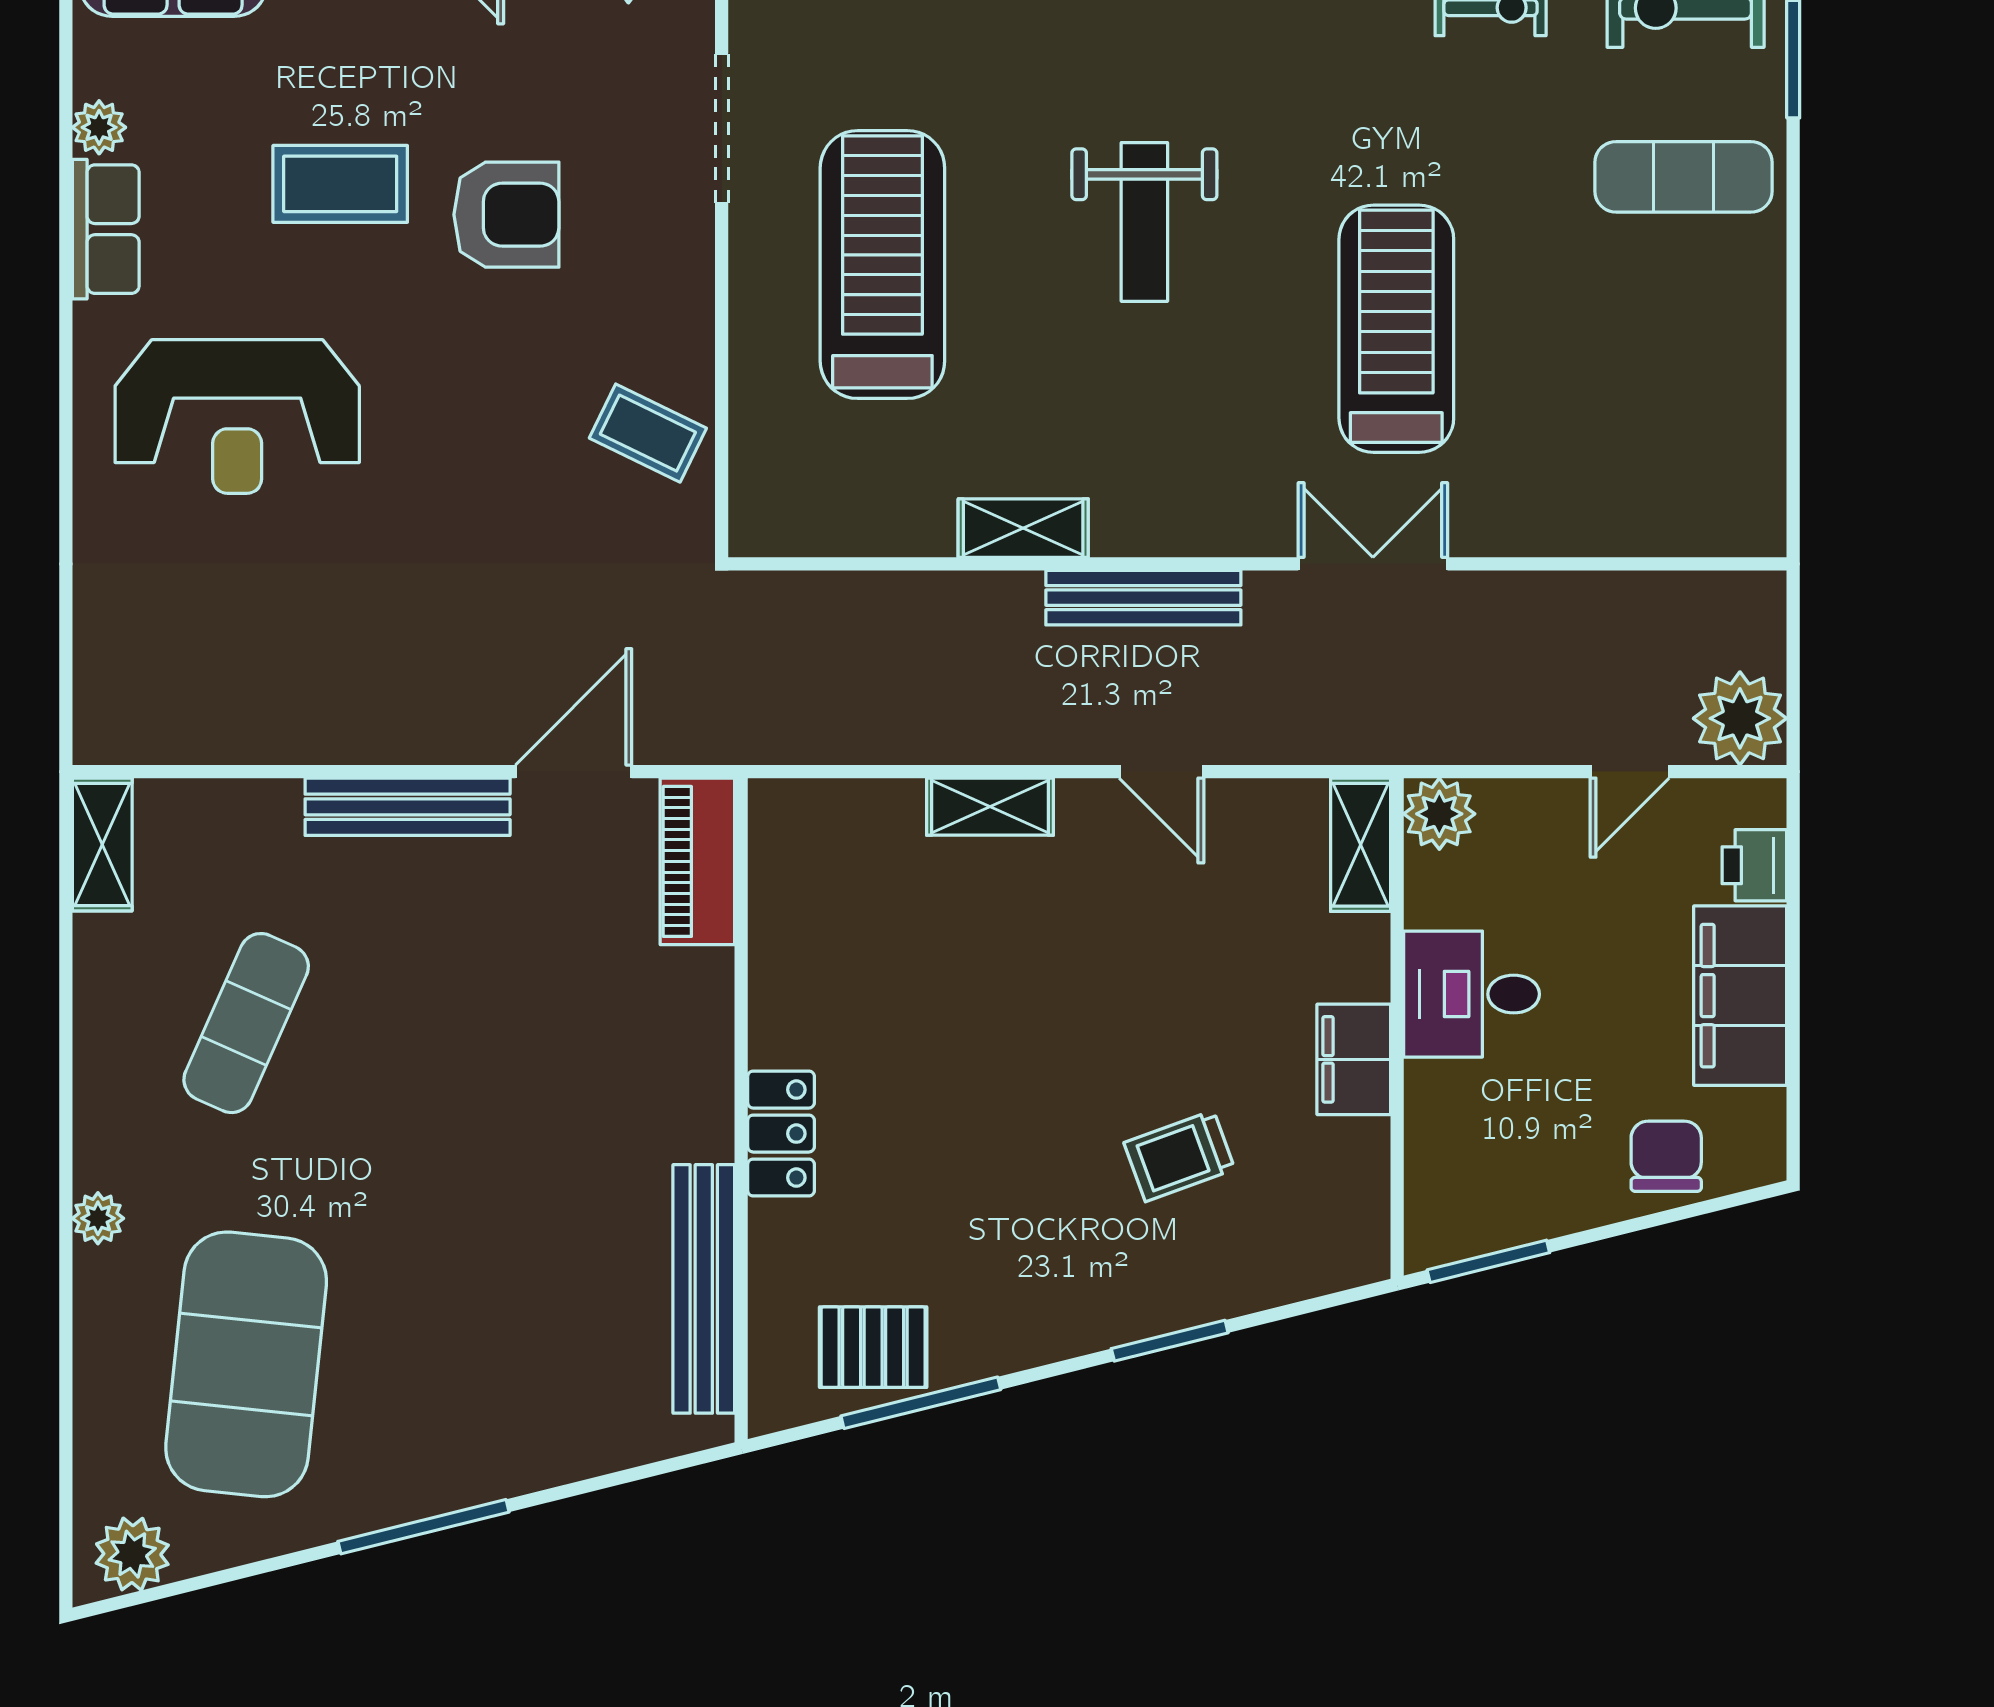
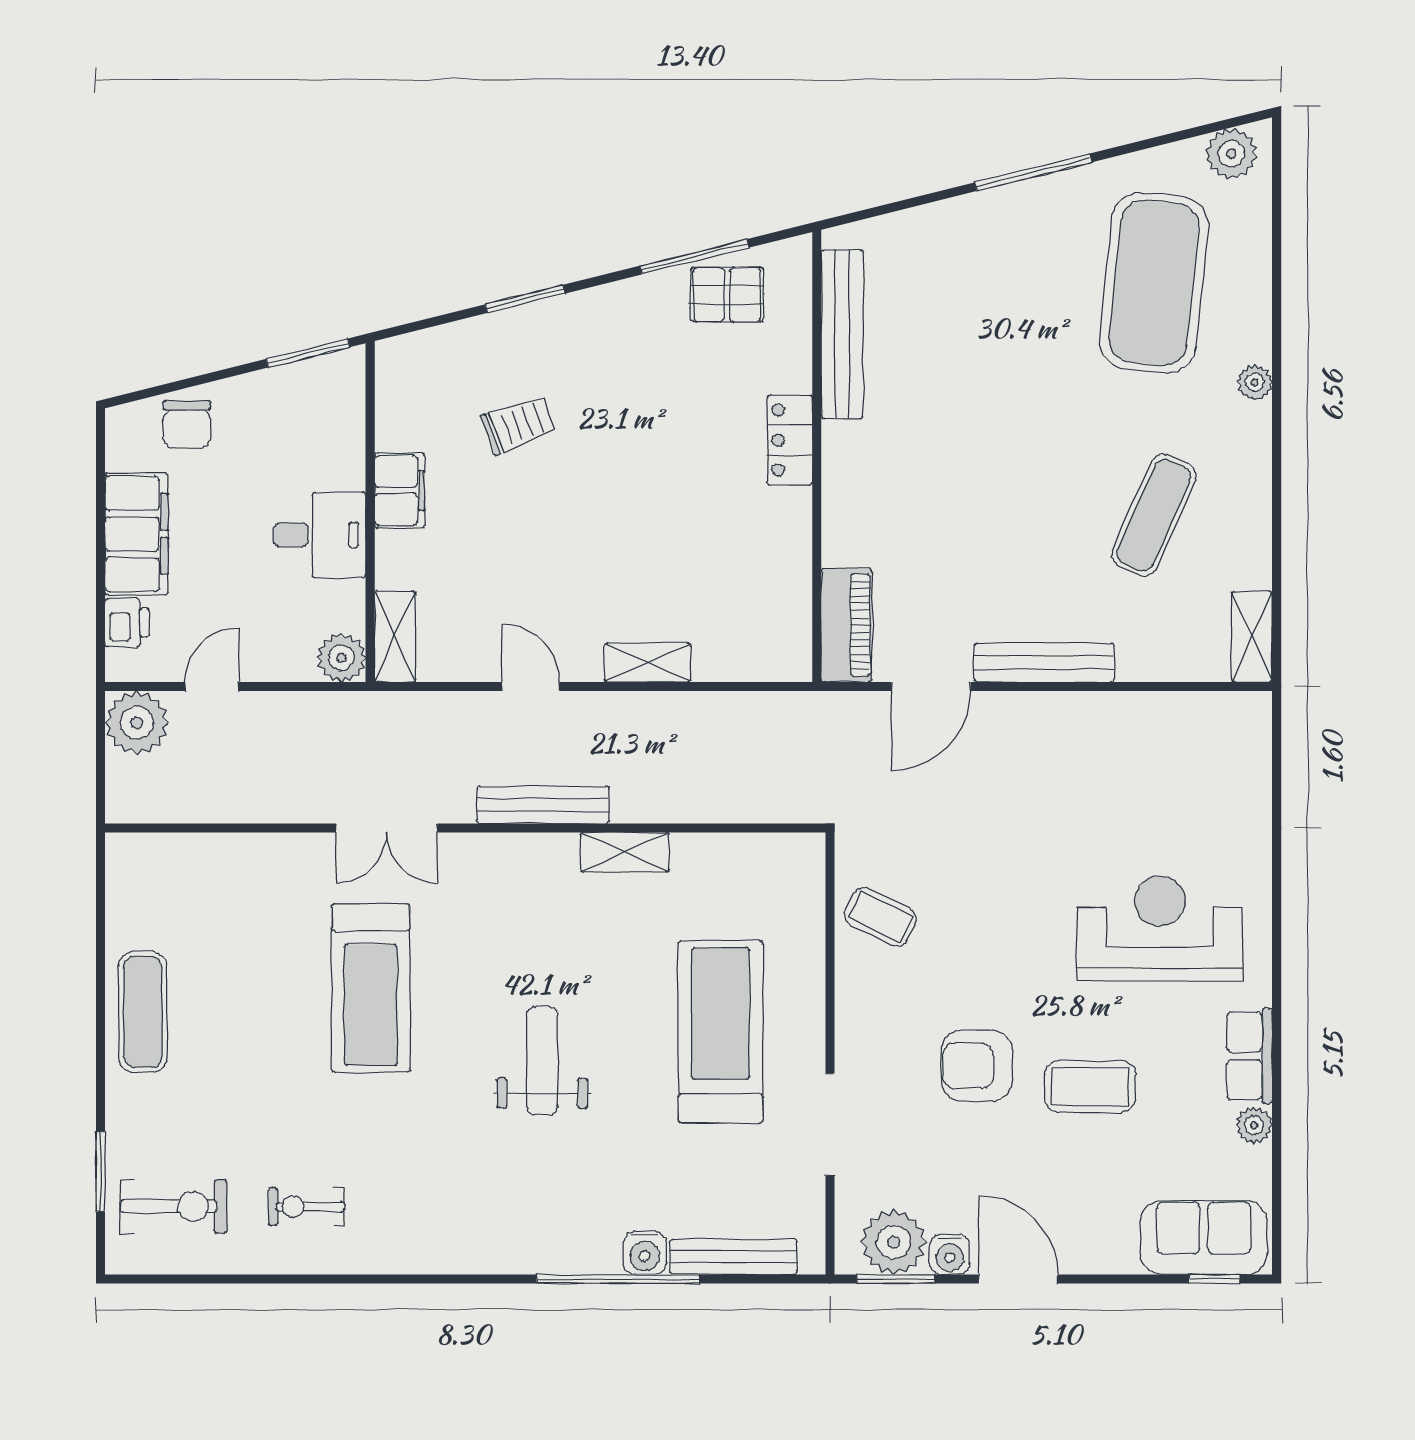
exercise mat: (1683, 177) -> (143, 1012), moved, turned 90
treadmill: (882, 265) -> (721, 1032), turned 180

